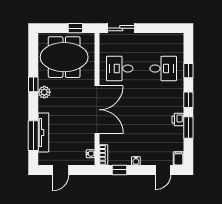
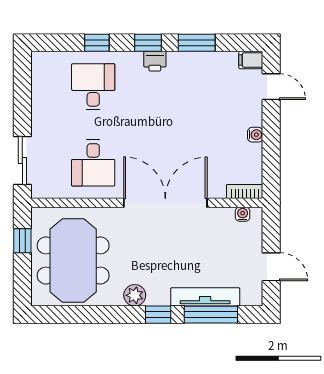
window: (33, 84) -> (158, 315), moved
printer: (178, 120) -> (155, 61), moved
window: (119, 170) -> (271, 163), removed

